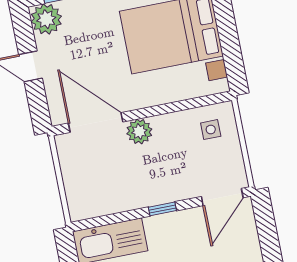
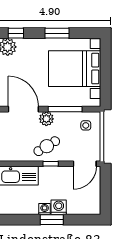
window: (169, 108) -> (65, 109), added
cafe table: (149, 179) -> (47, 146), added

